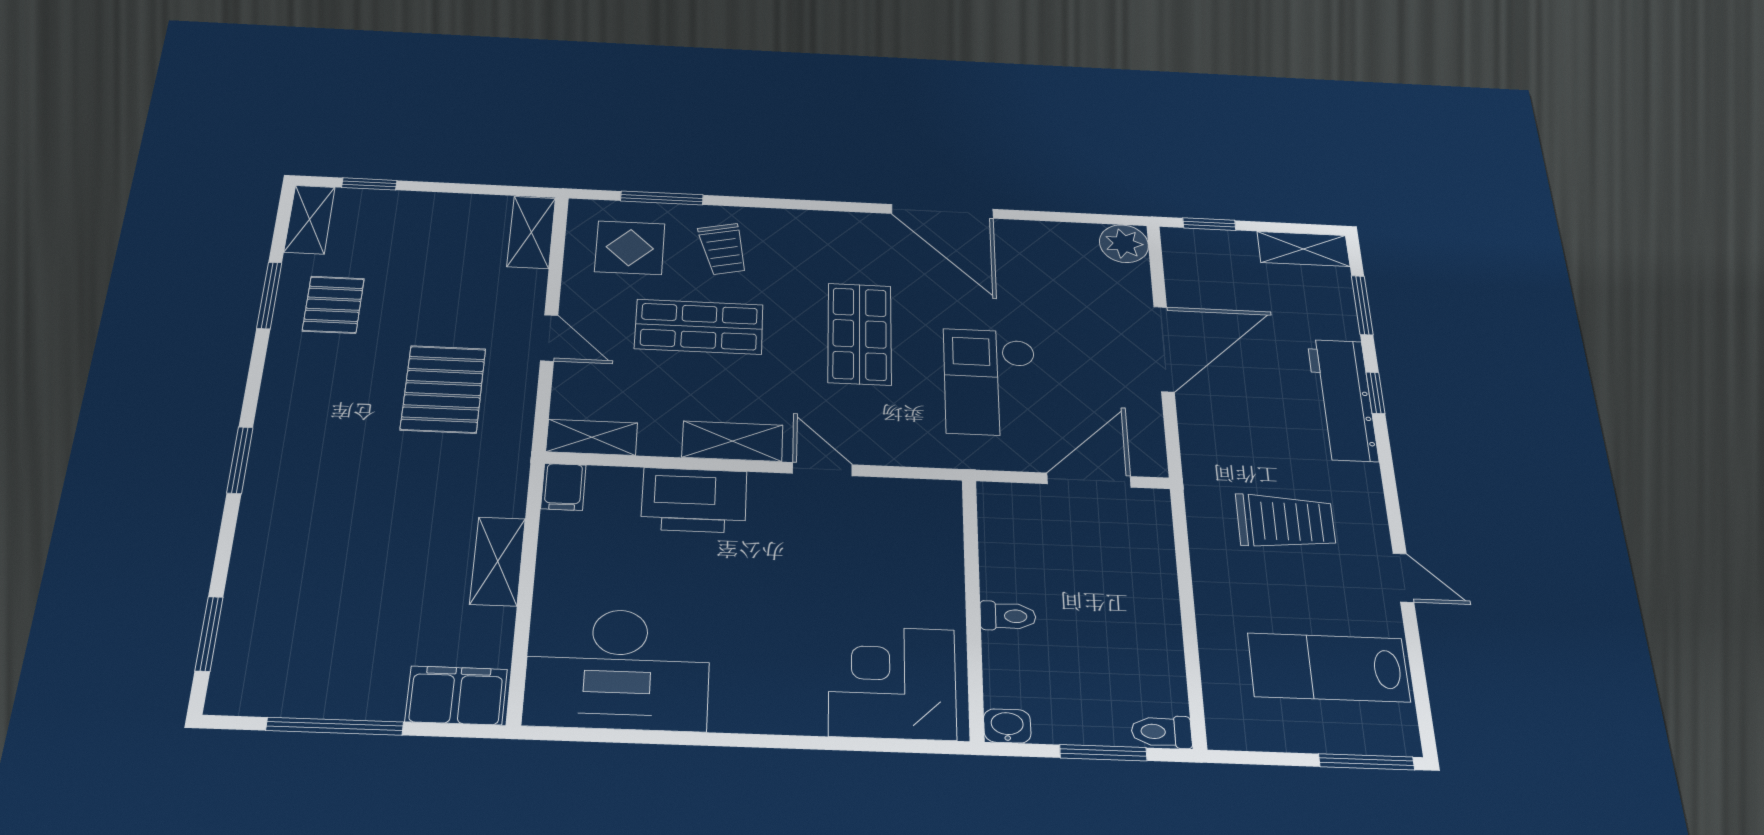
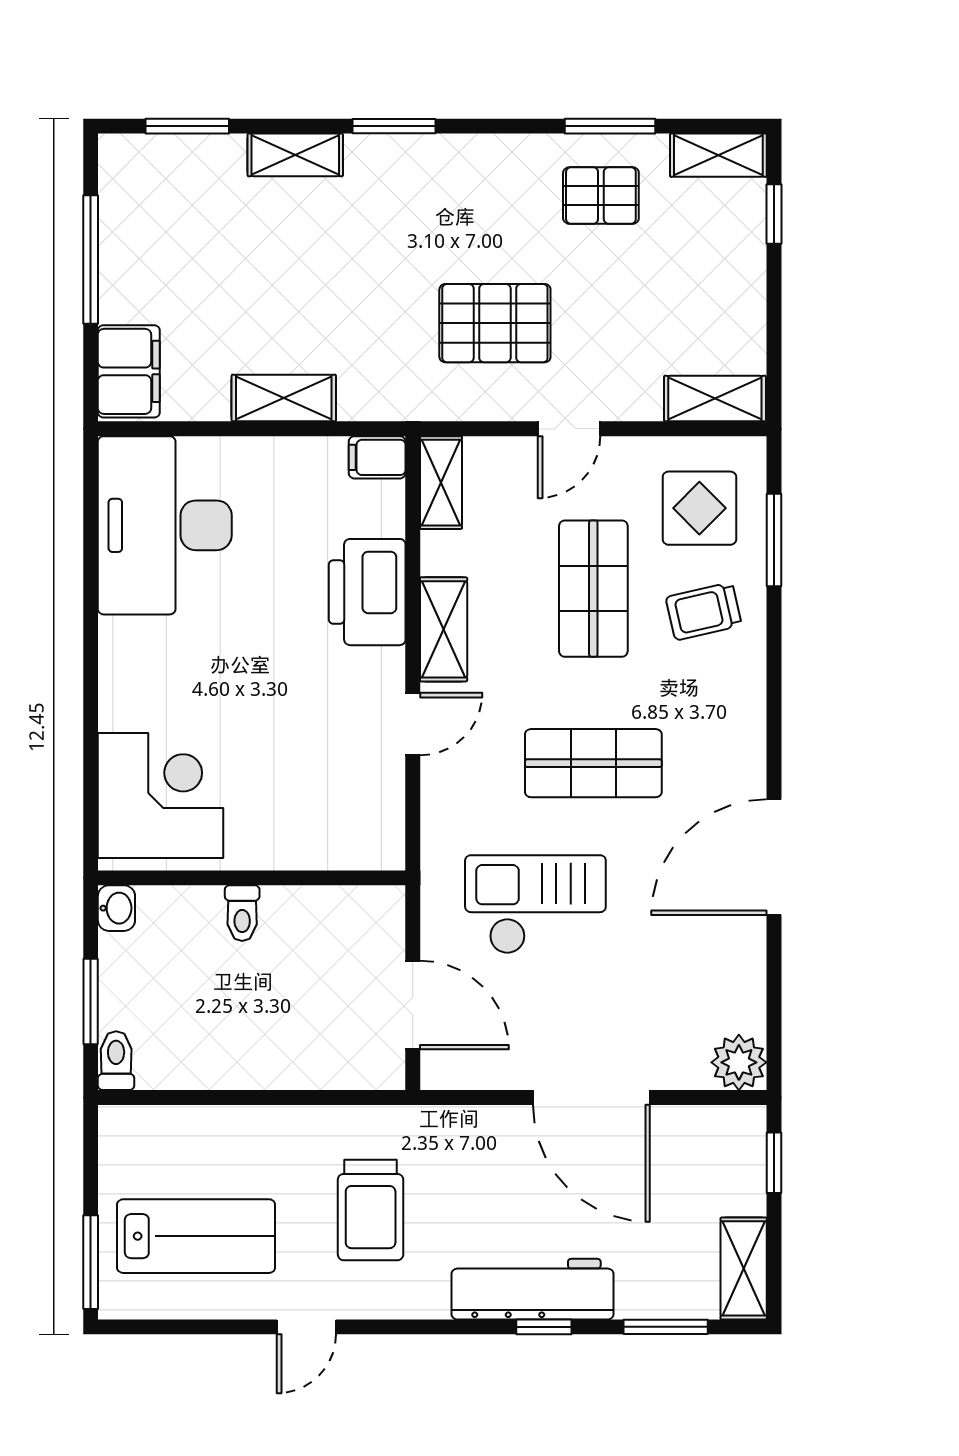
shelving: (255, 542) -> (295, 155), added
lab bench: (1329, 667) -> (196, 1236), turned 90

